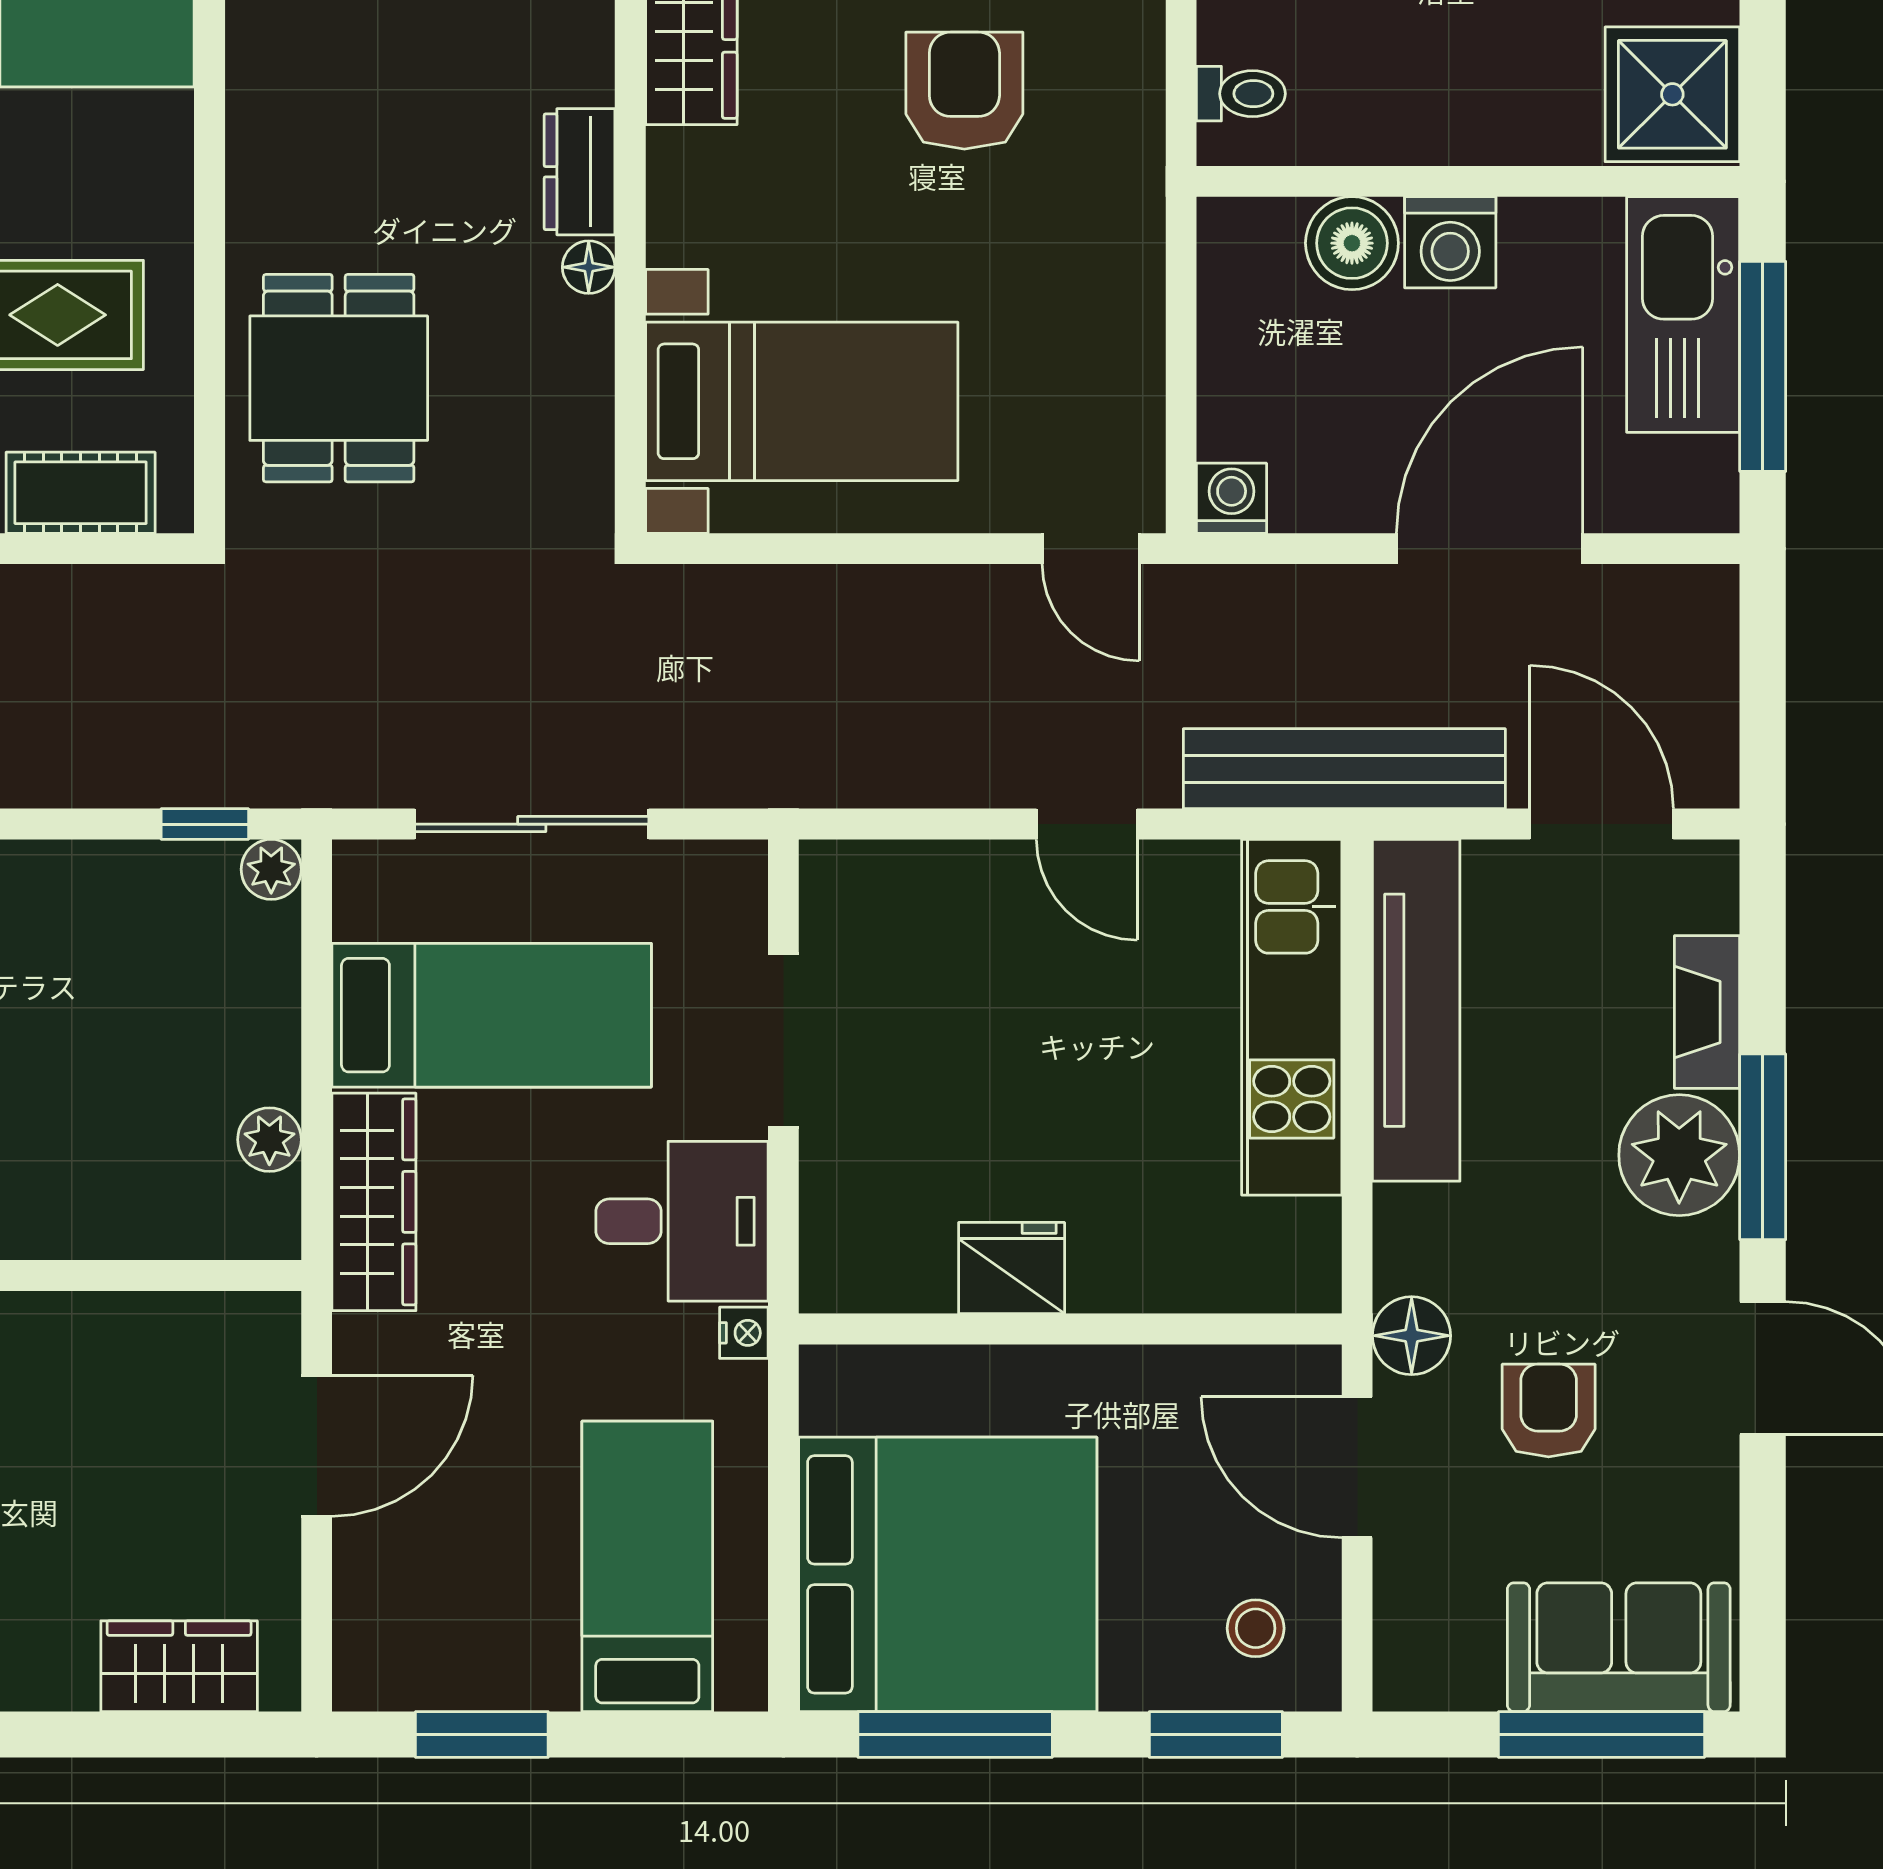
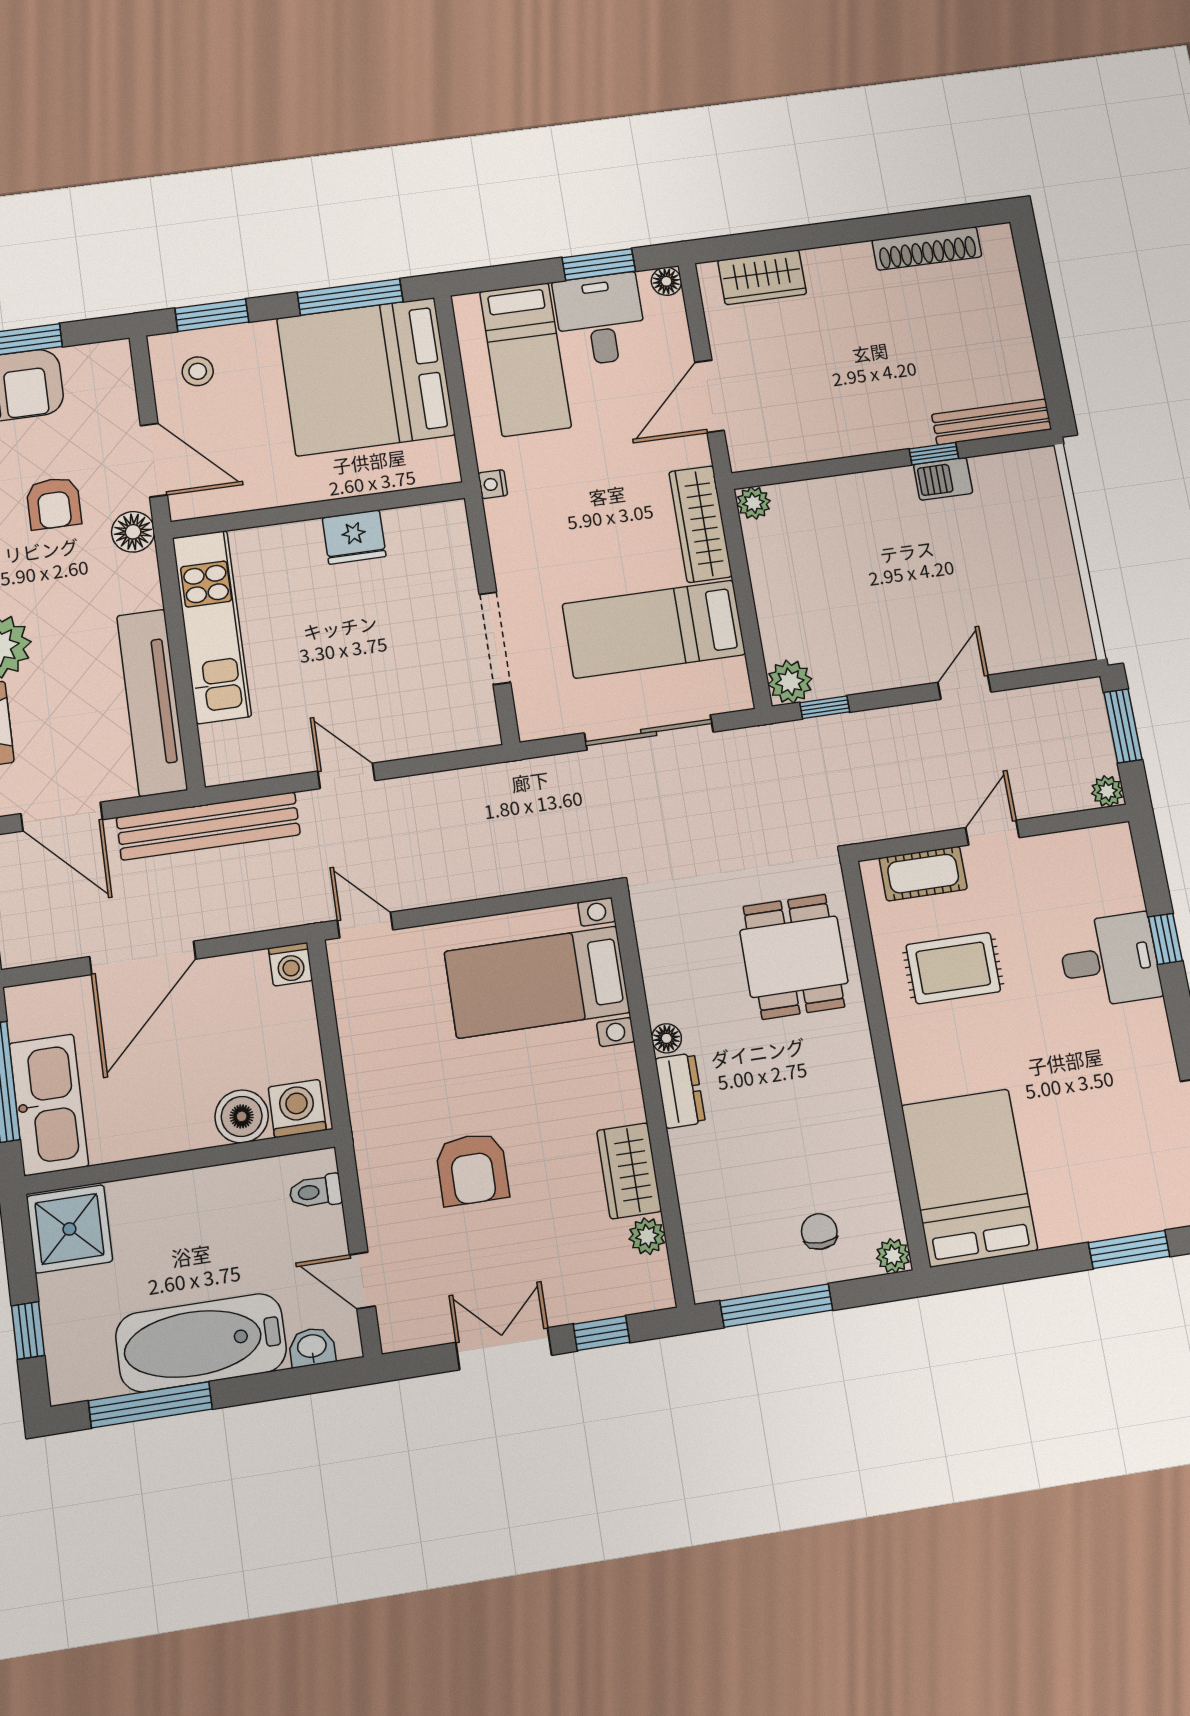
washing machine: (1450, 242) -> (297, 1109), moved
plant: (271, 869) -> (790, 682), width x1.38, depth x1.38
kitchen unit: (1292, 1017) -> (212, 627), moved
plant: (269, 1140) -> (753, 503), moved
desk: (682, 1221) -> (600, 319), moved, turned 90
floor lamp: (360, 1683) -> (666, 281), added

